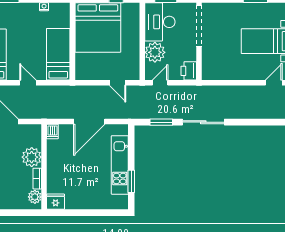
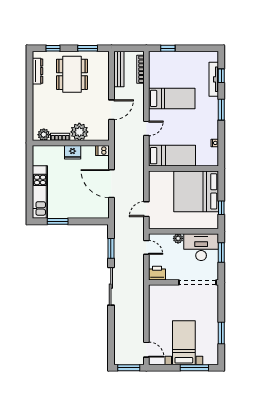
plant: (155, 52) -> (178, 238), width x0.53, depth x0.53
kitchen unit: (120, 165) -> (40, 192), moved, turned 90
fridge: (56, 202) -> (73, 152), moved, turned 90

